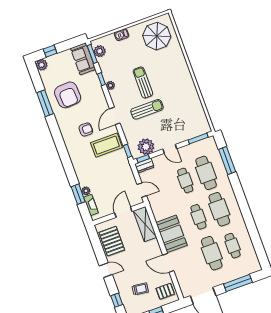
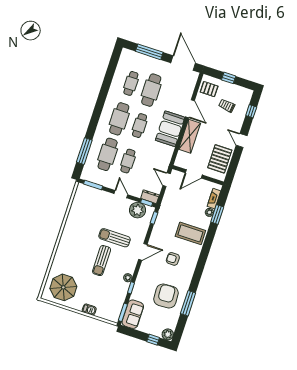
plant: (100, 51) -> (116, 310), removed
coffee table: (106, 145) -> (190, 233), moved
shelving: (145, 224) -> (190, 136), moved

